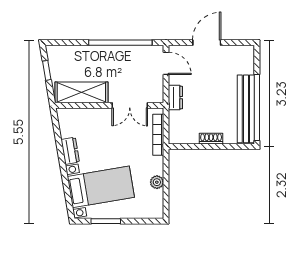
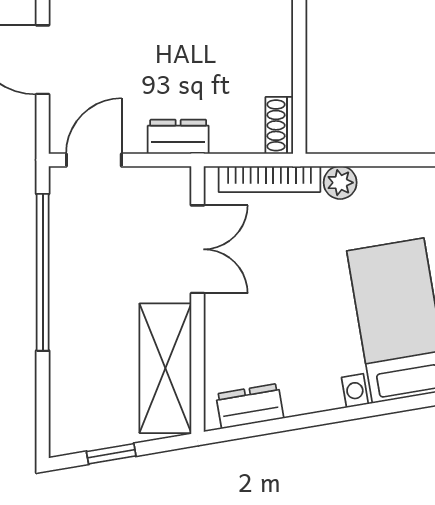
shoe rack: (211, 139) -> (279, 125), moved
dresser: (70, 151) -> (250, 406), moved
plant: (157, 182) -> (340, 183), moved

